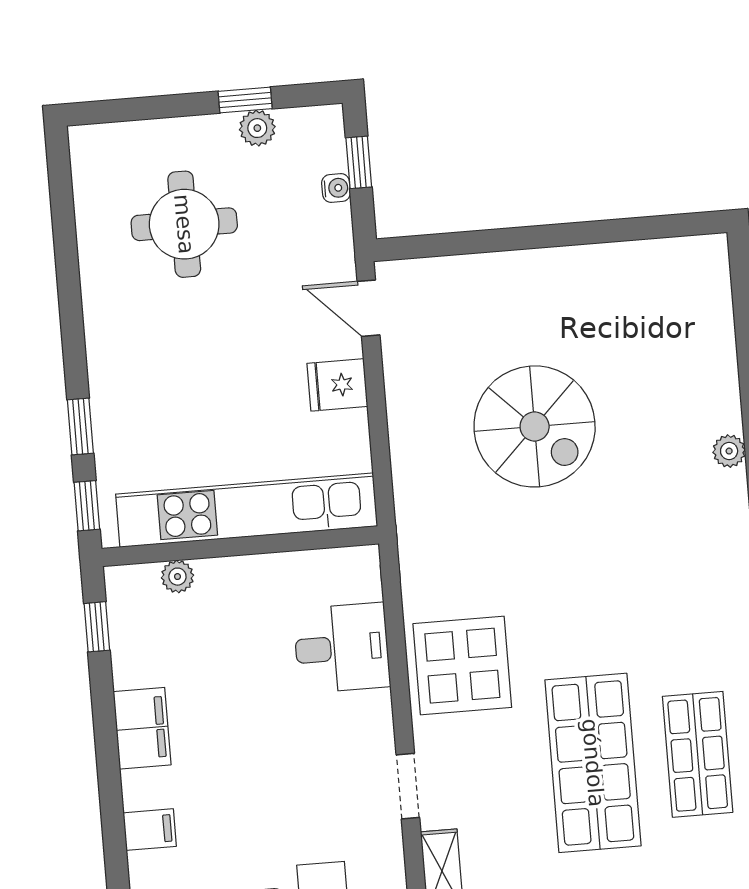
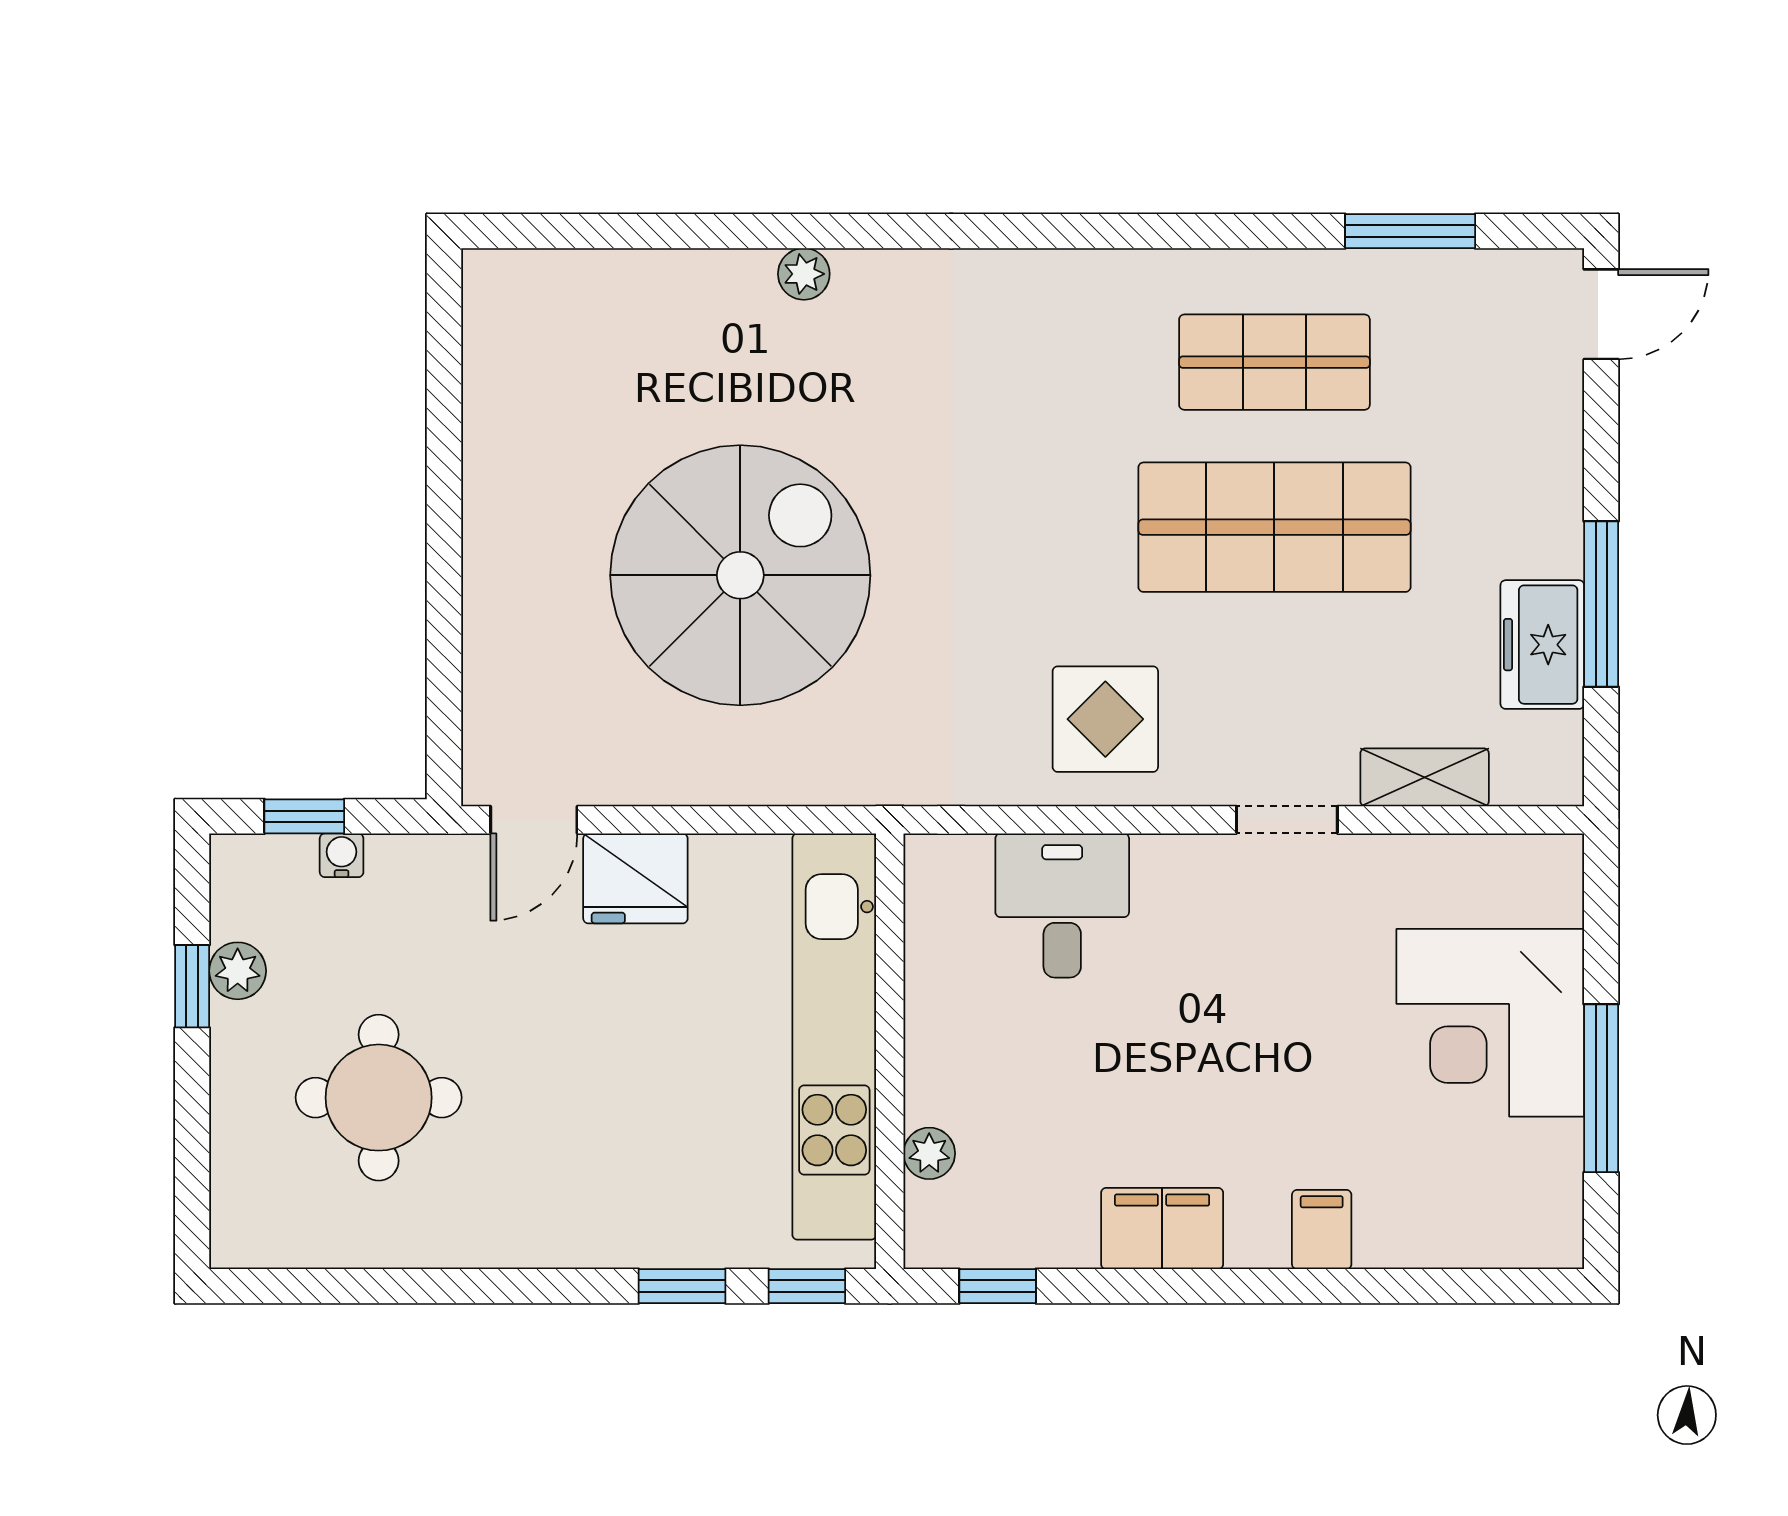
fridge: (337, 385) -> (635, 878), width x1.38
spiral stairs: (535, 426) -> (740, 575), width x1.37, depth x1.37
display table: (462, 666) -> (1105, 719), width x0.73, depth x0.73

